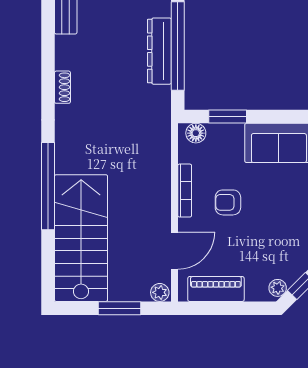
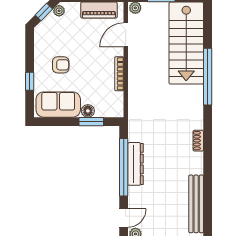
floor lamp: (196, 133) -> (88, 111), moved
armchair: (228, 202) -> (61, 65), moved

